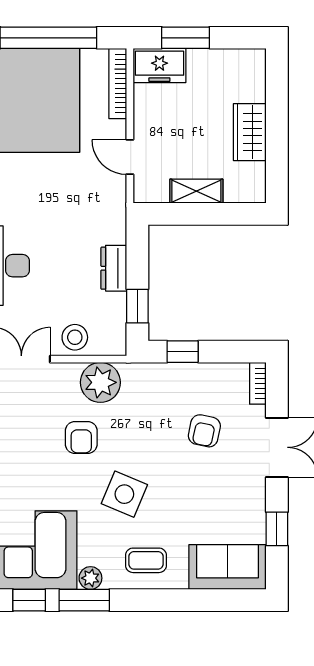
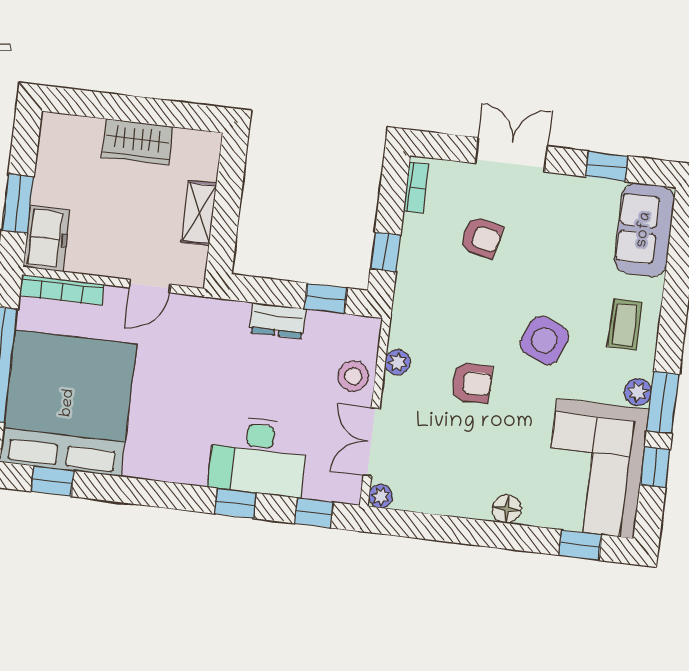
plant: (100, 382) -> (398, 362), width x0.53, depth x0.53
bookcase: (258, 383) -> (416, 188), moved, turned -90

